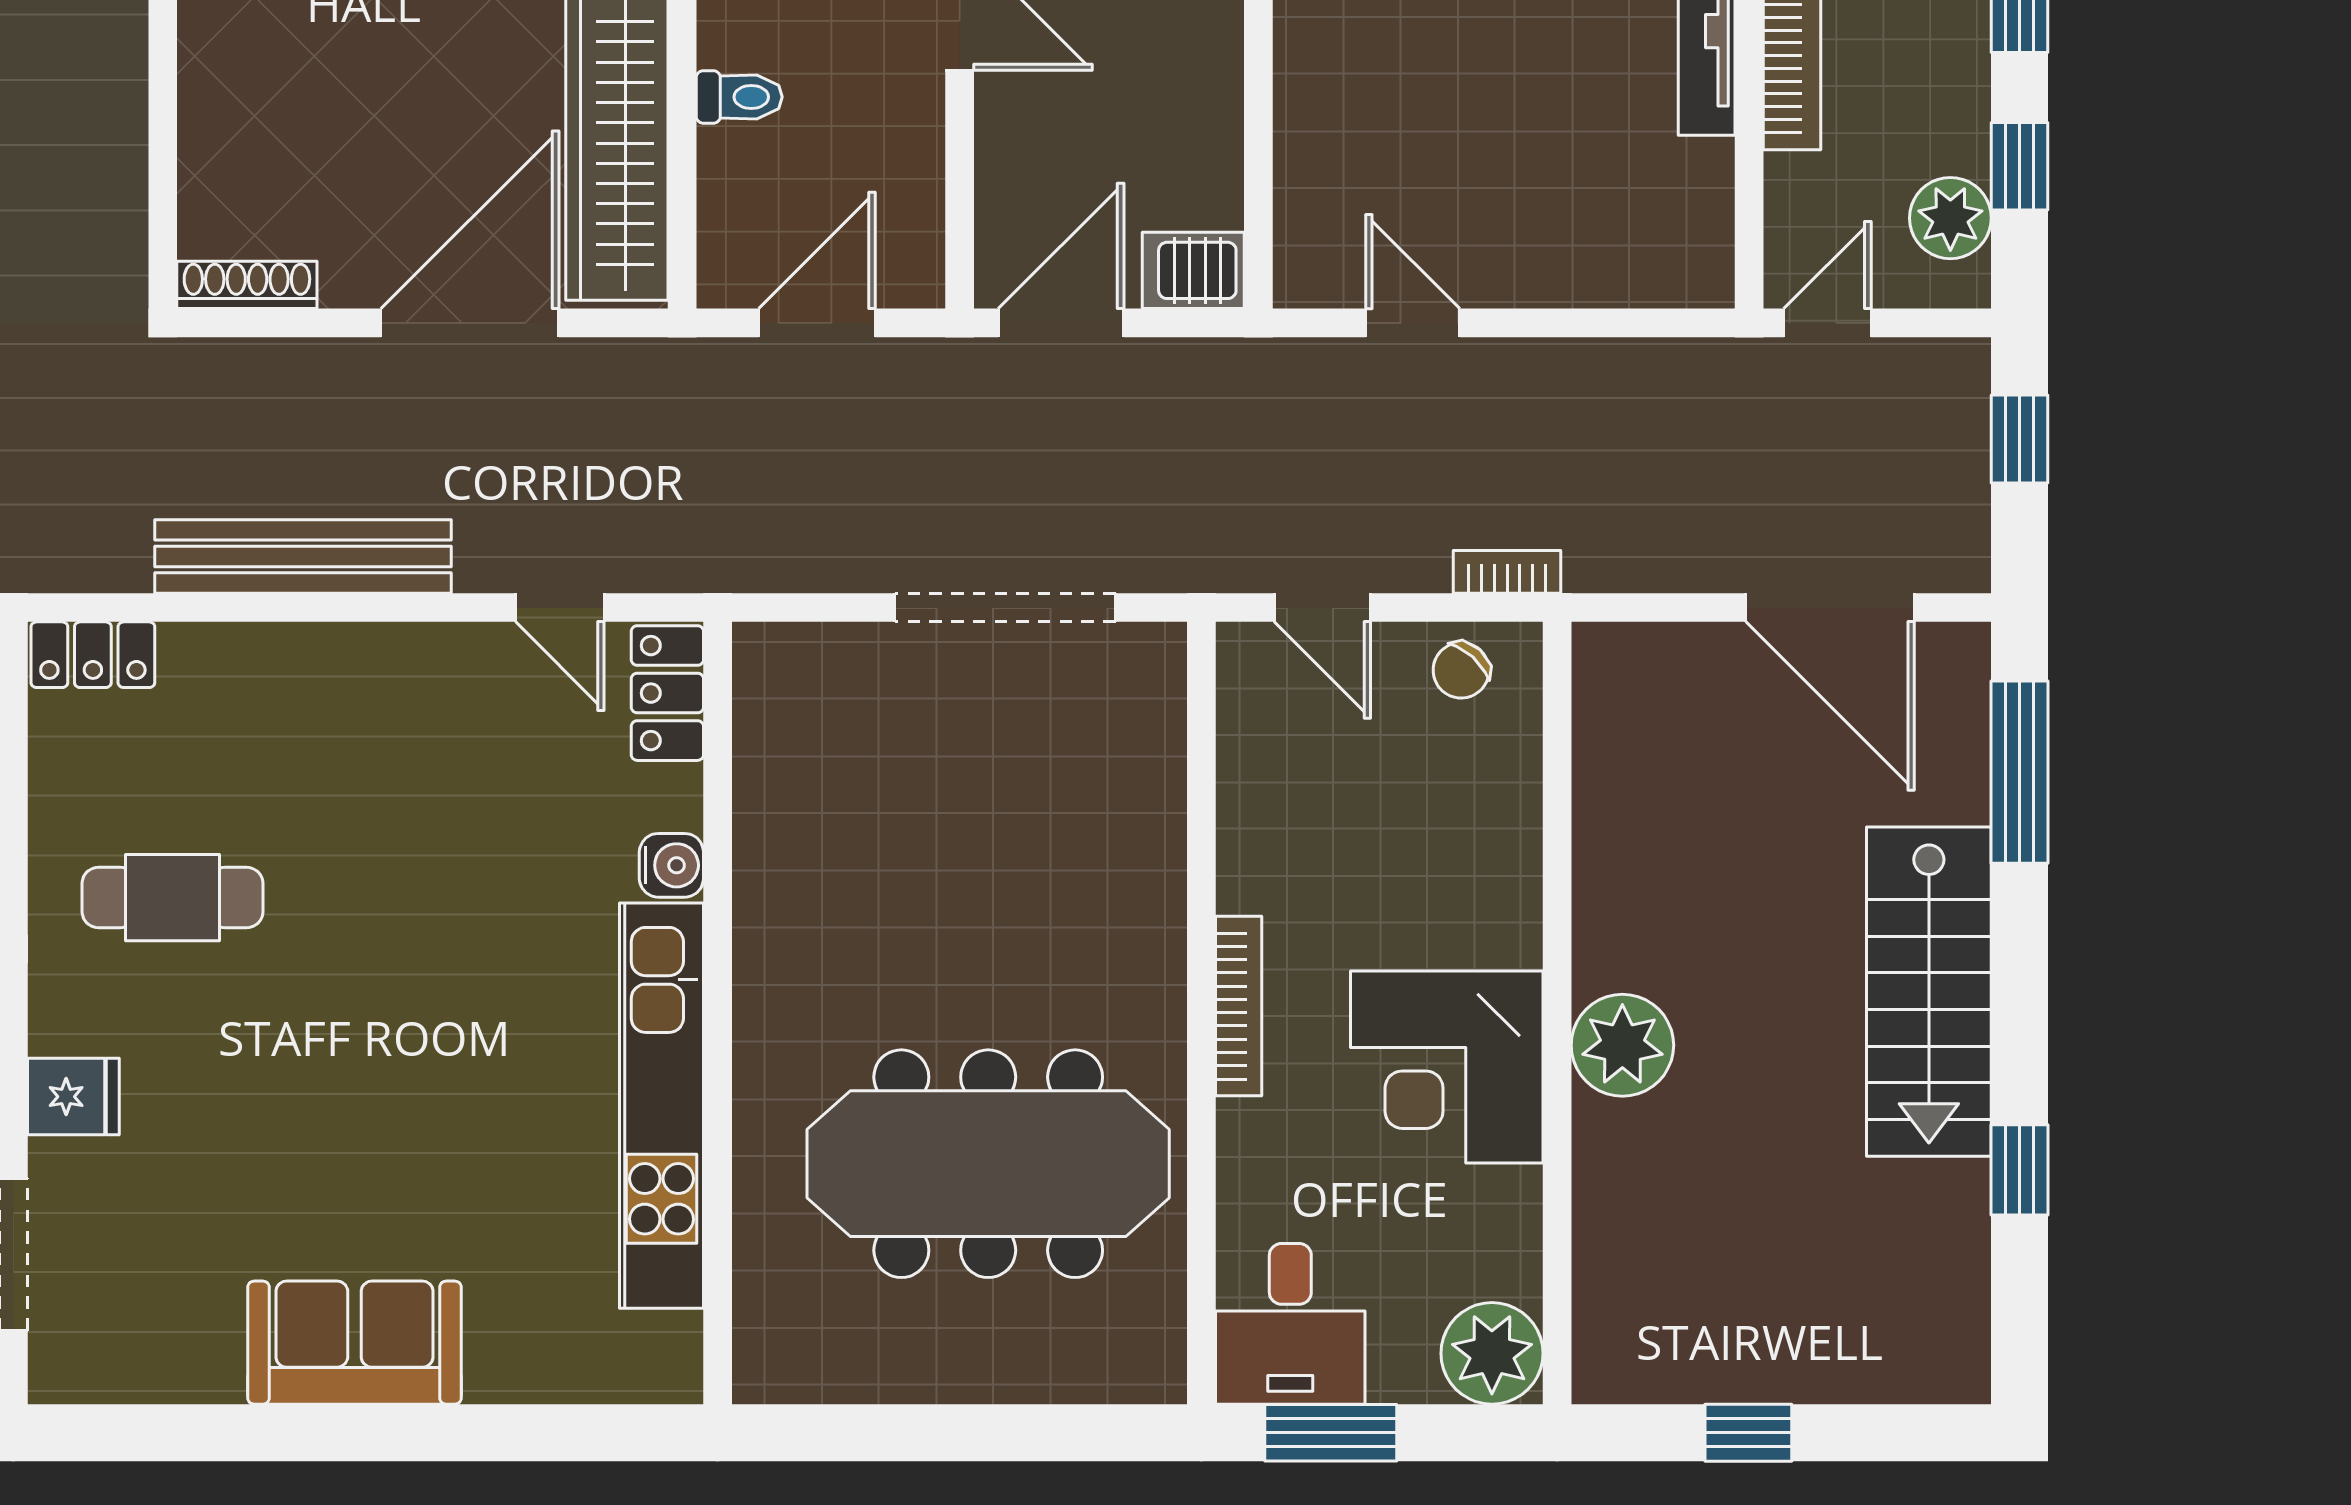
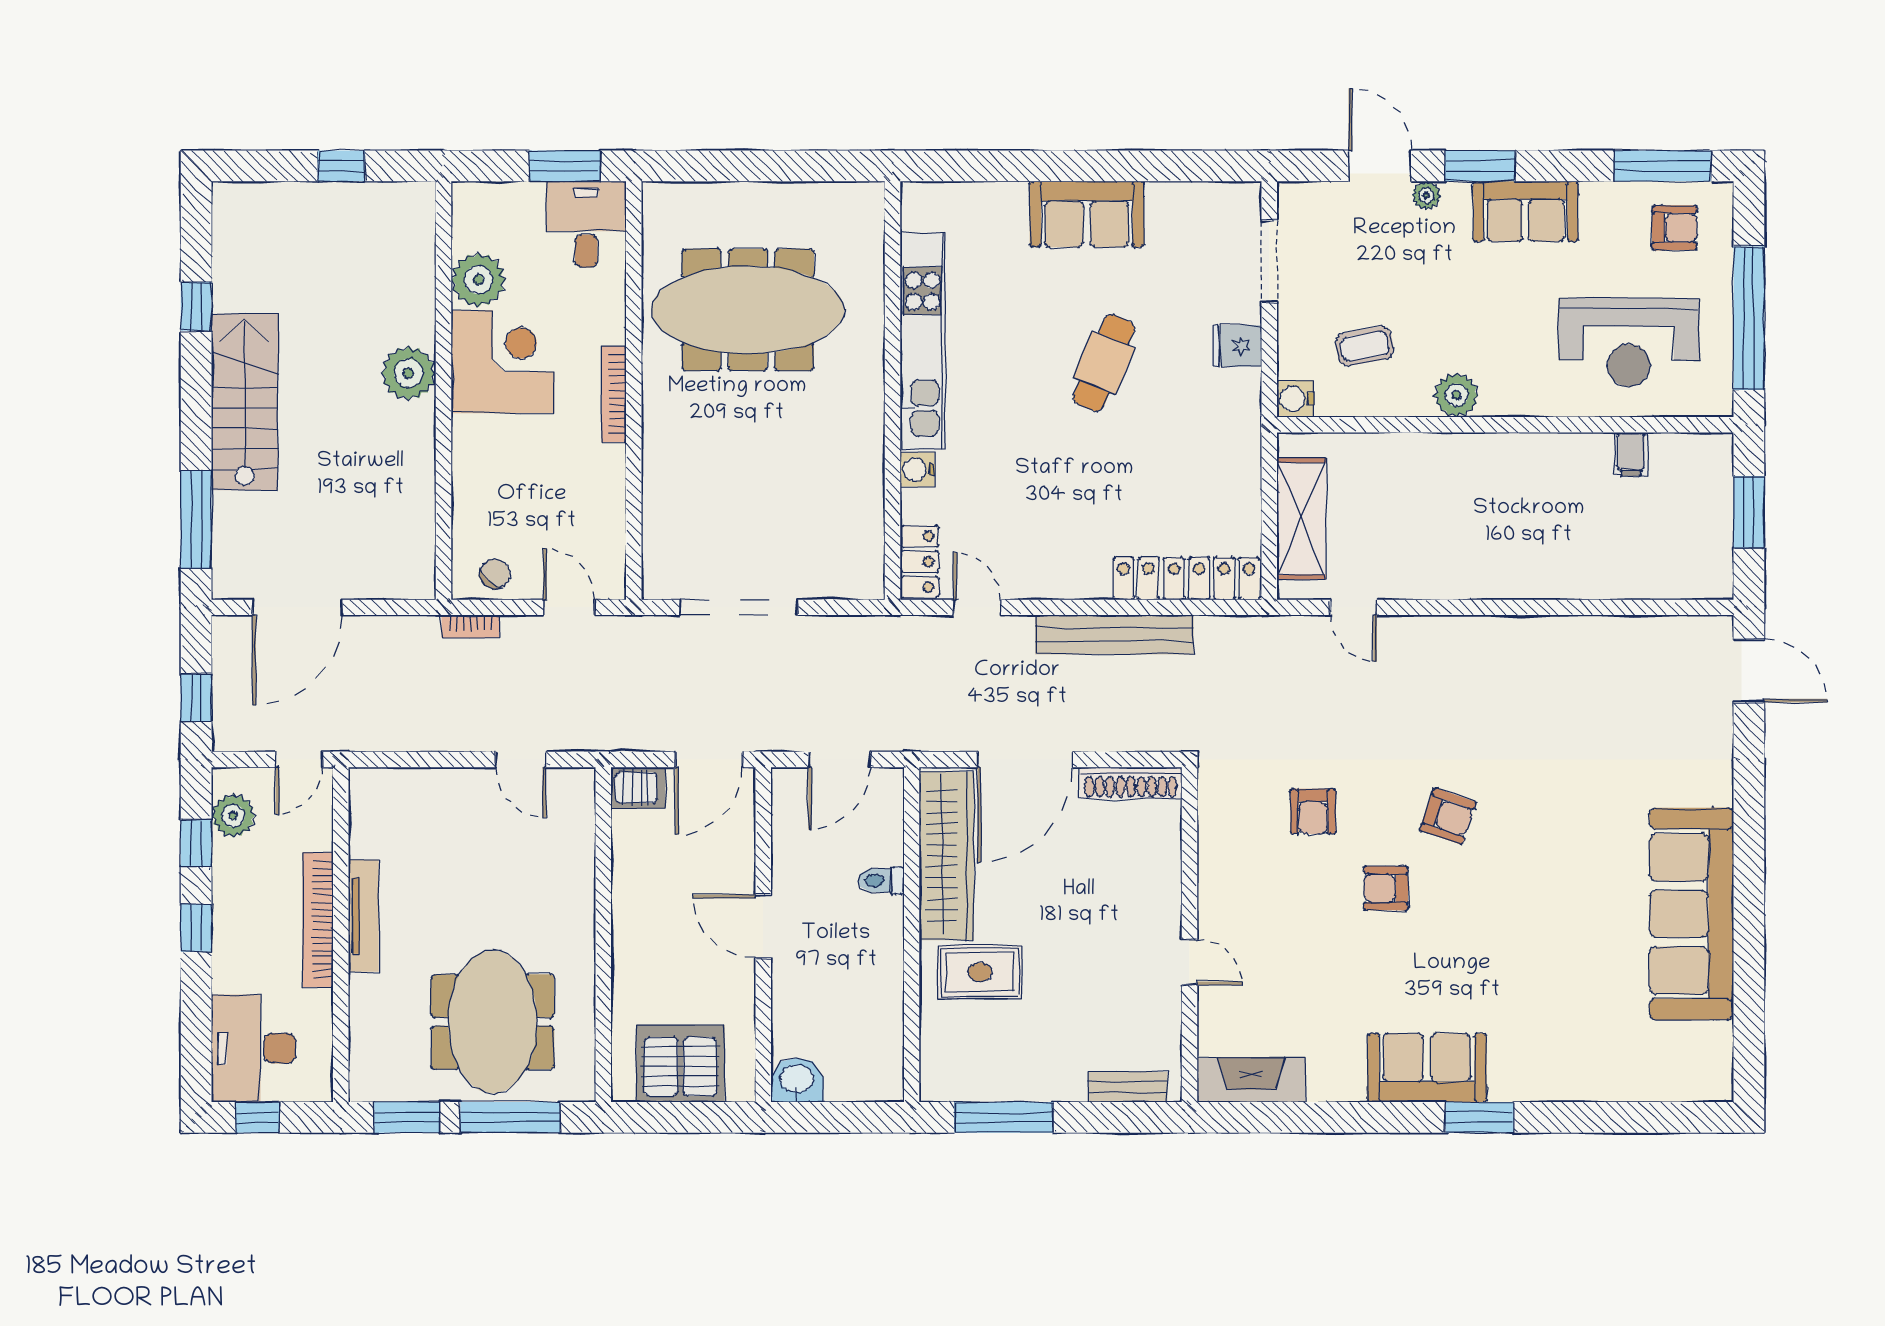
shoe rack: (247, 285) -> (1131, 783), width x1.36, depth x1.24
door: (1830, 608) -> (298, 607), swing flipped
locker: (93, 655) -> (1186, 578), width x2.16, depth x1.21
cafe table: (173, 898) -> (1104, 363), moved, turned -68
plant: (1492, 1353) -> (478, 280), moved

